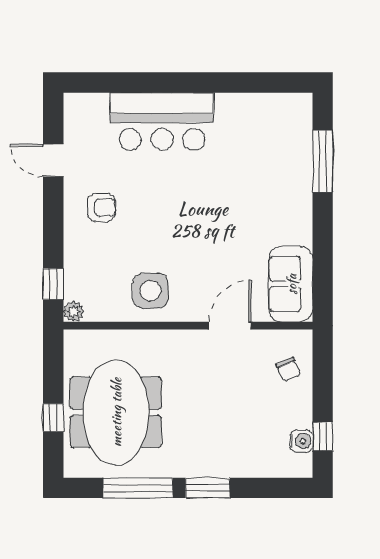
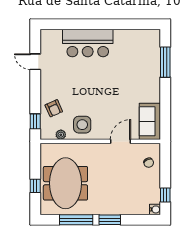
armchair: (101, 207) -> (54, 108), moved, turned 66
plant: (74, 312) -> (61, 135), moved
water cooler: (301, 441) -> (155, 209), moved

